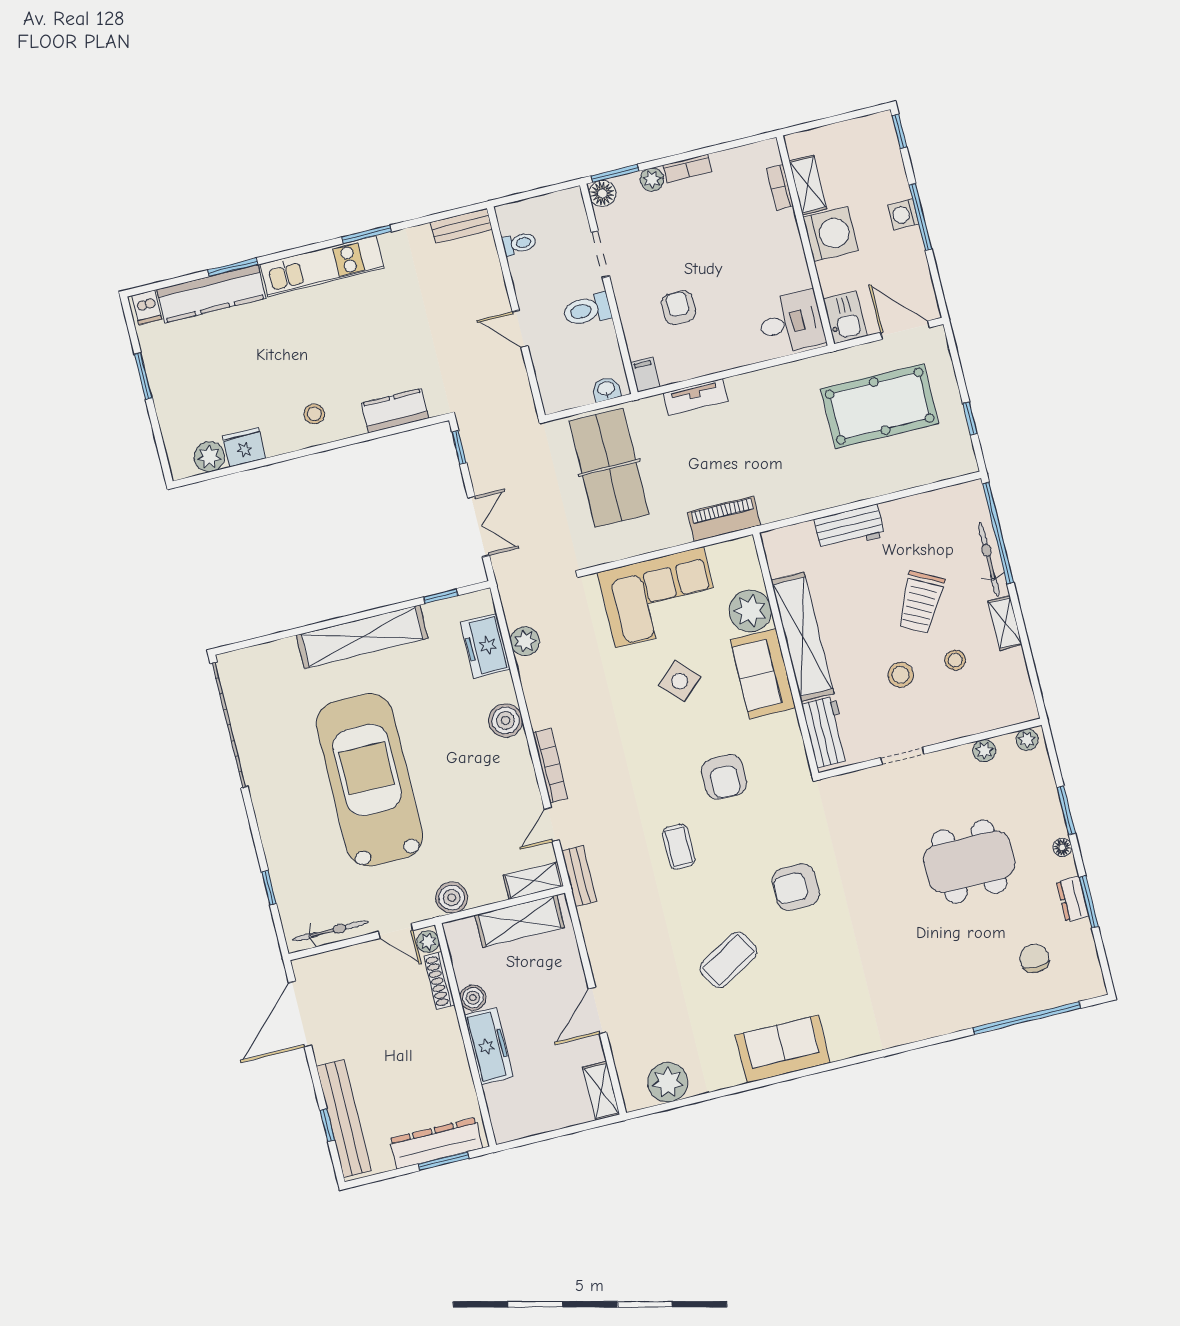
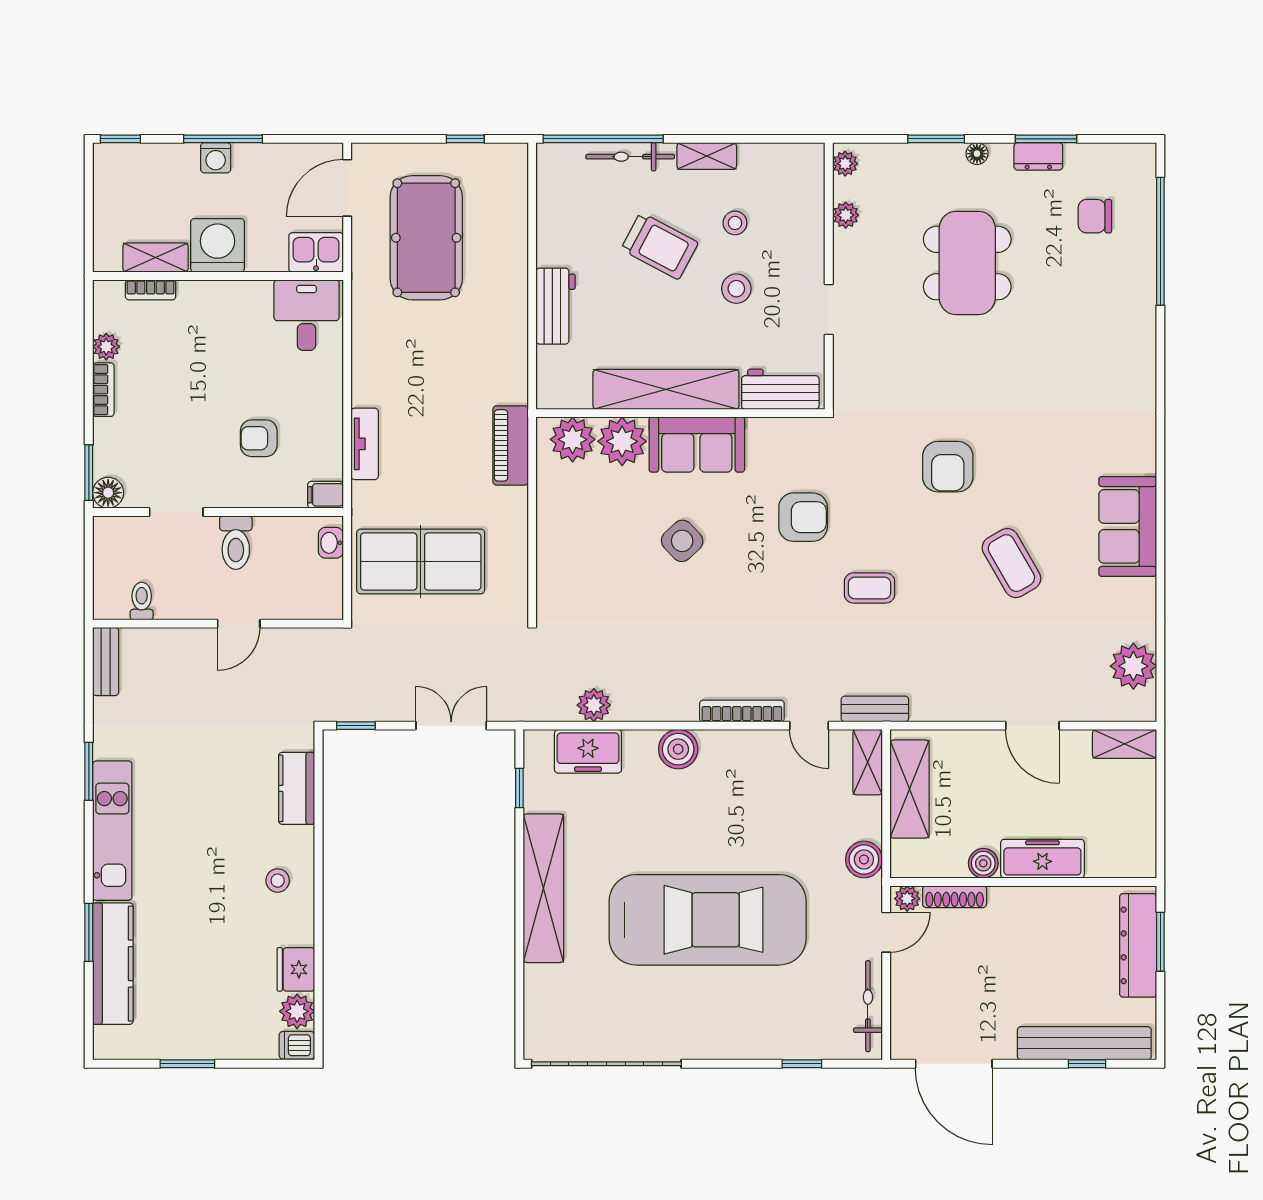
plant: (652, 180) -> (106, 347), moved
dishwasher: (147, 307) -> (297, 1045), moved, turned 180
plant: (742, 569) -> (573, 439), added
corner sofa: (659, 597) -> (581, 541), removed
car: (369, 780) -> (708, 920), turned 180

